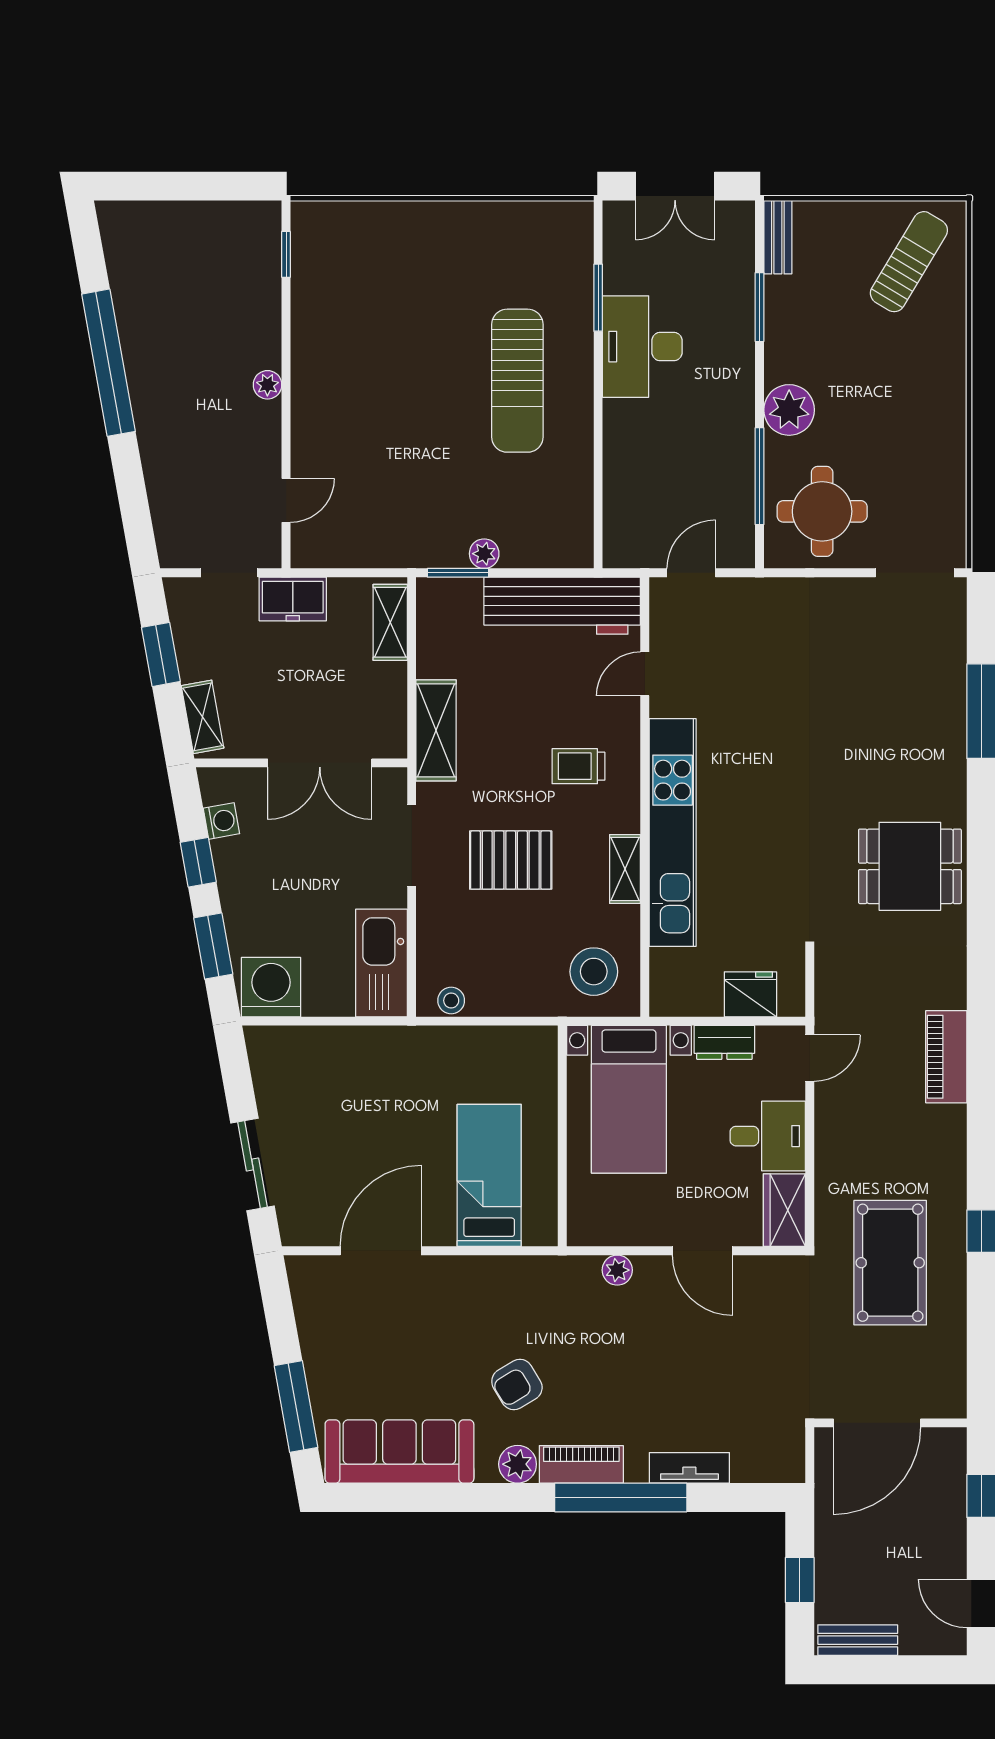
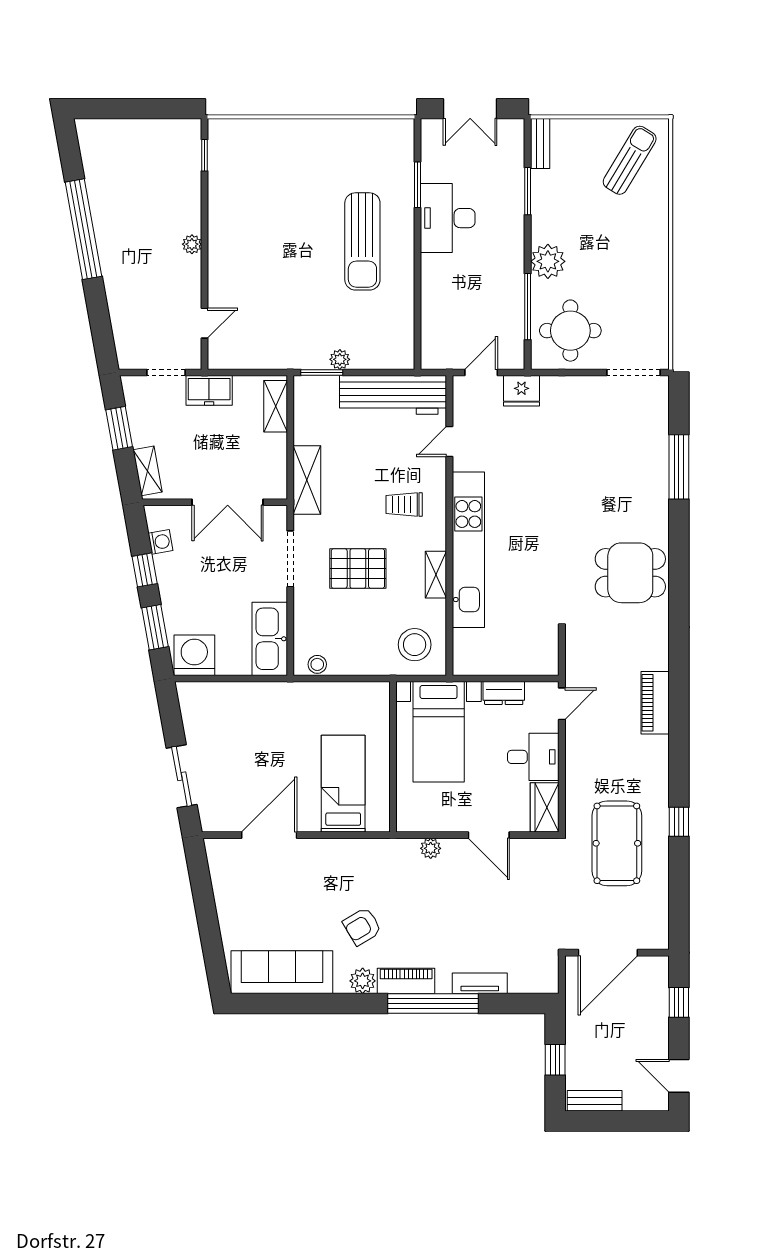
fridge: (750, 994) -> (521, 391), moved, turned 180
window: (296, 1407) -> (211, 941), removed

